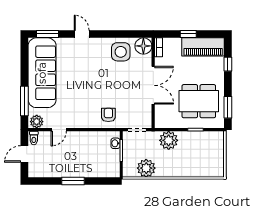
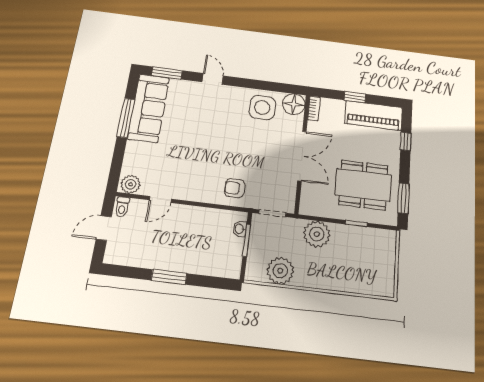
sofa: (42, 73) -> (149, 108), width x0.74, depth x0.79
window: (24, 101) -> (126, 118), moved
armchair: (108, 115) -> (235, 188), turned -90

